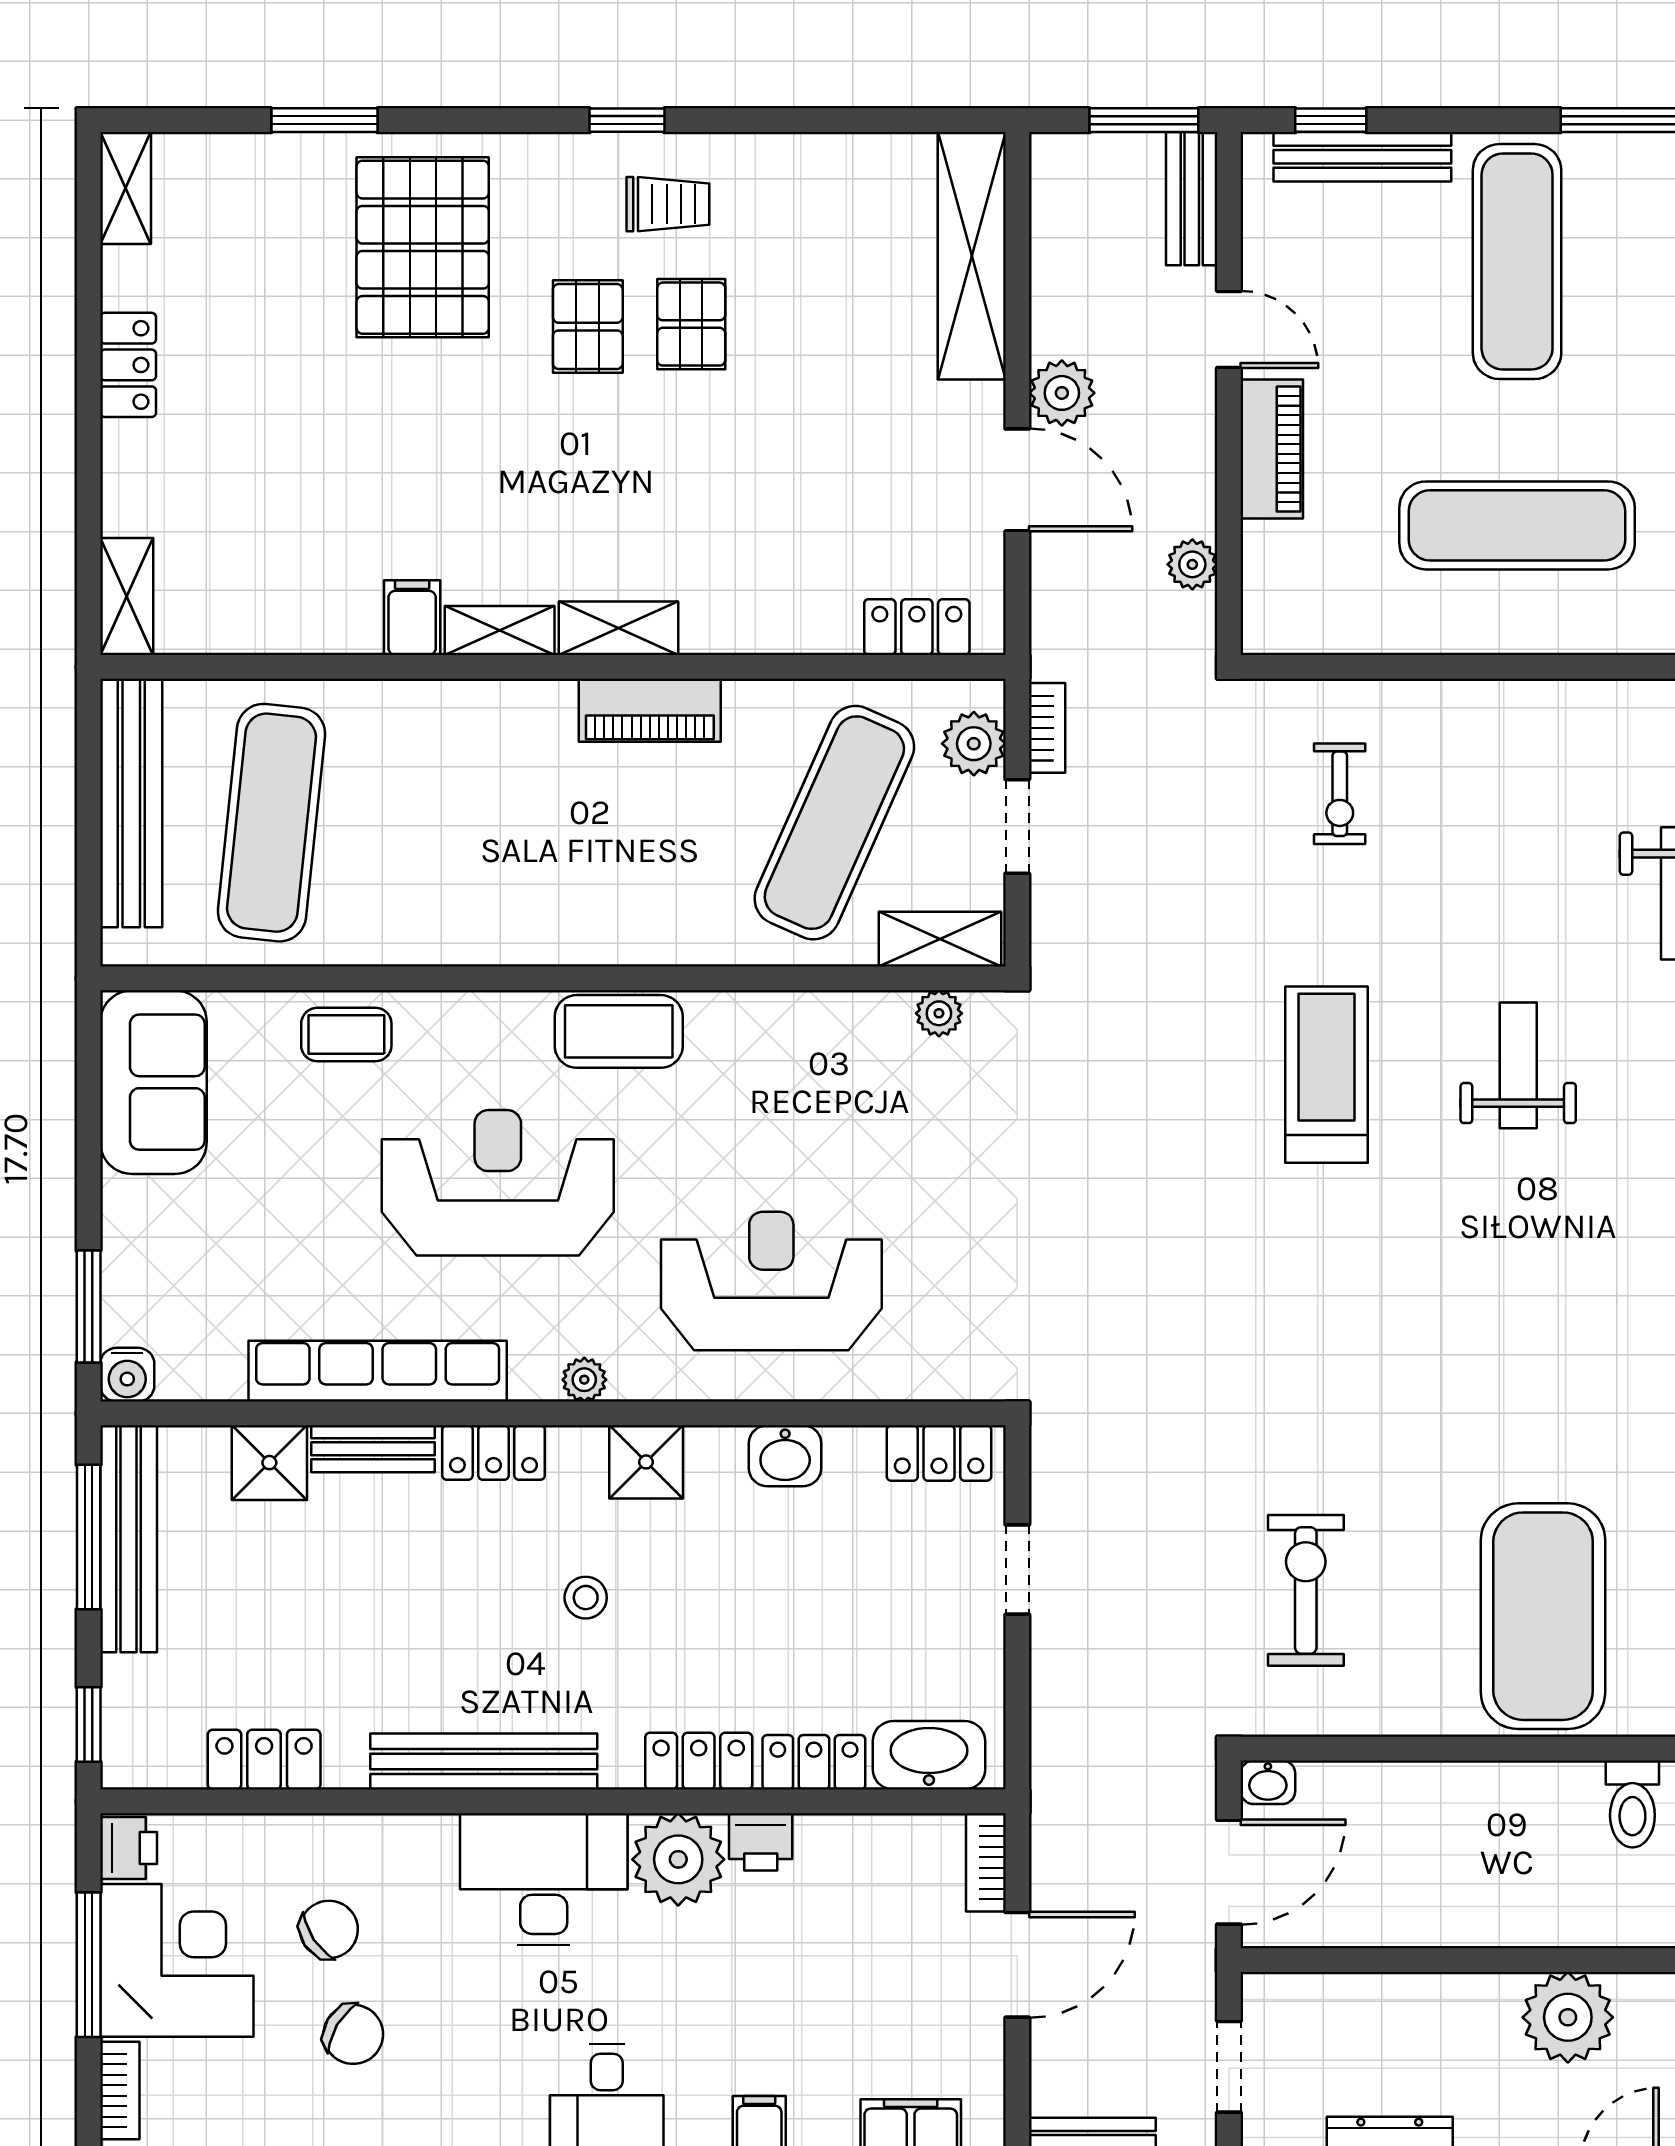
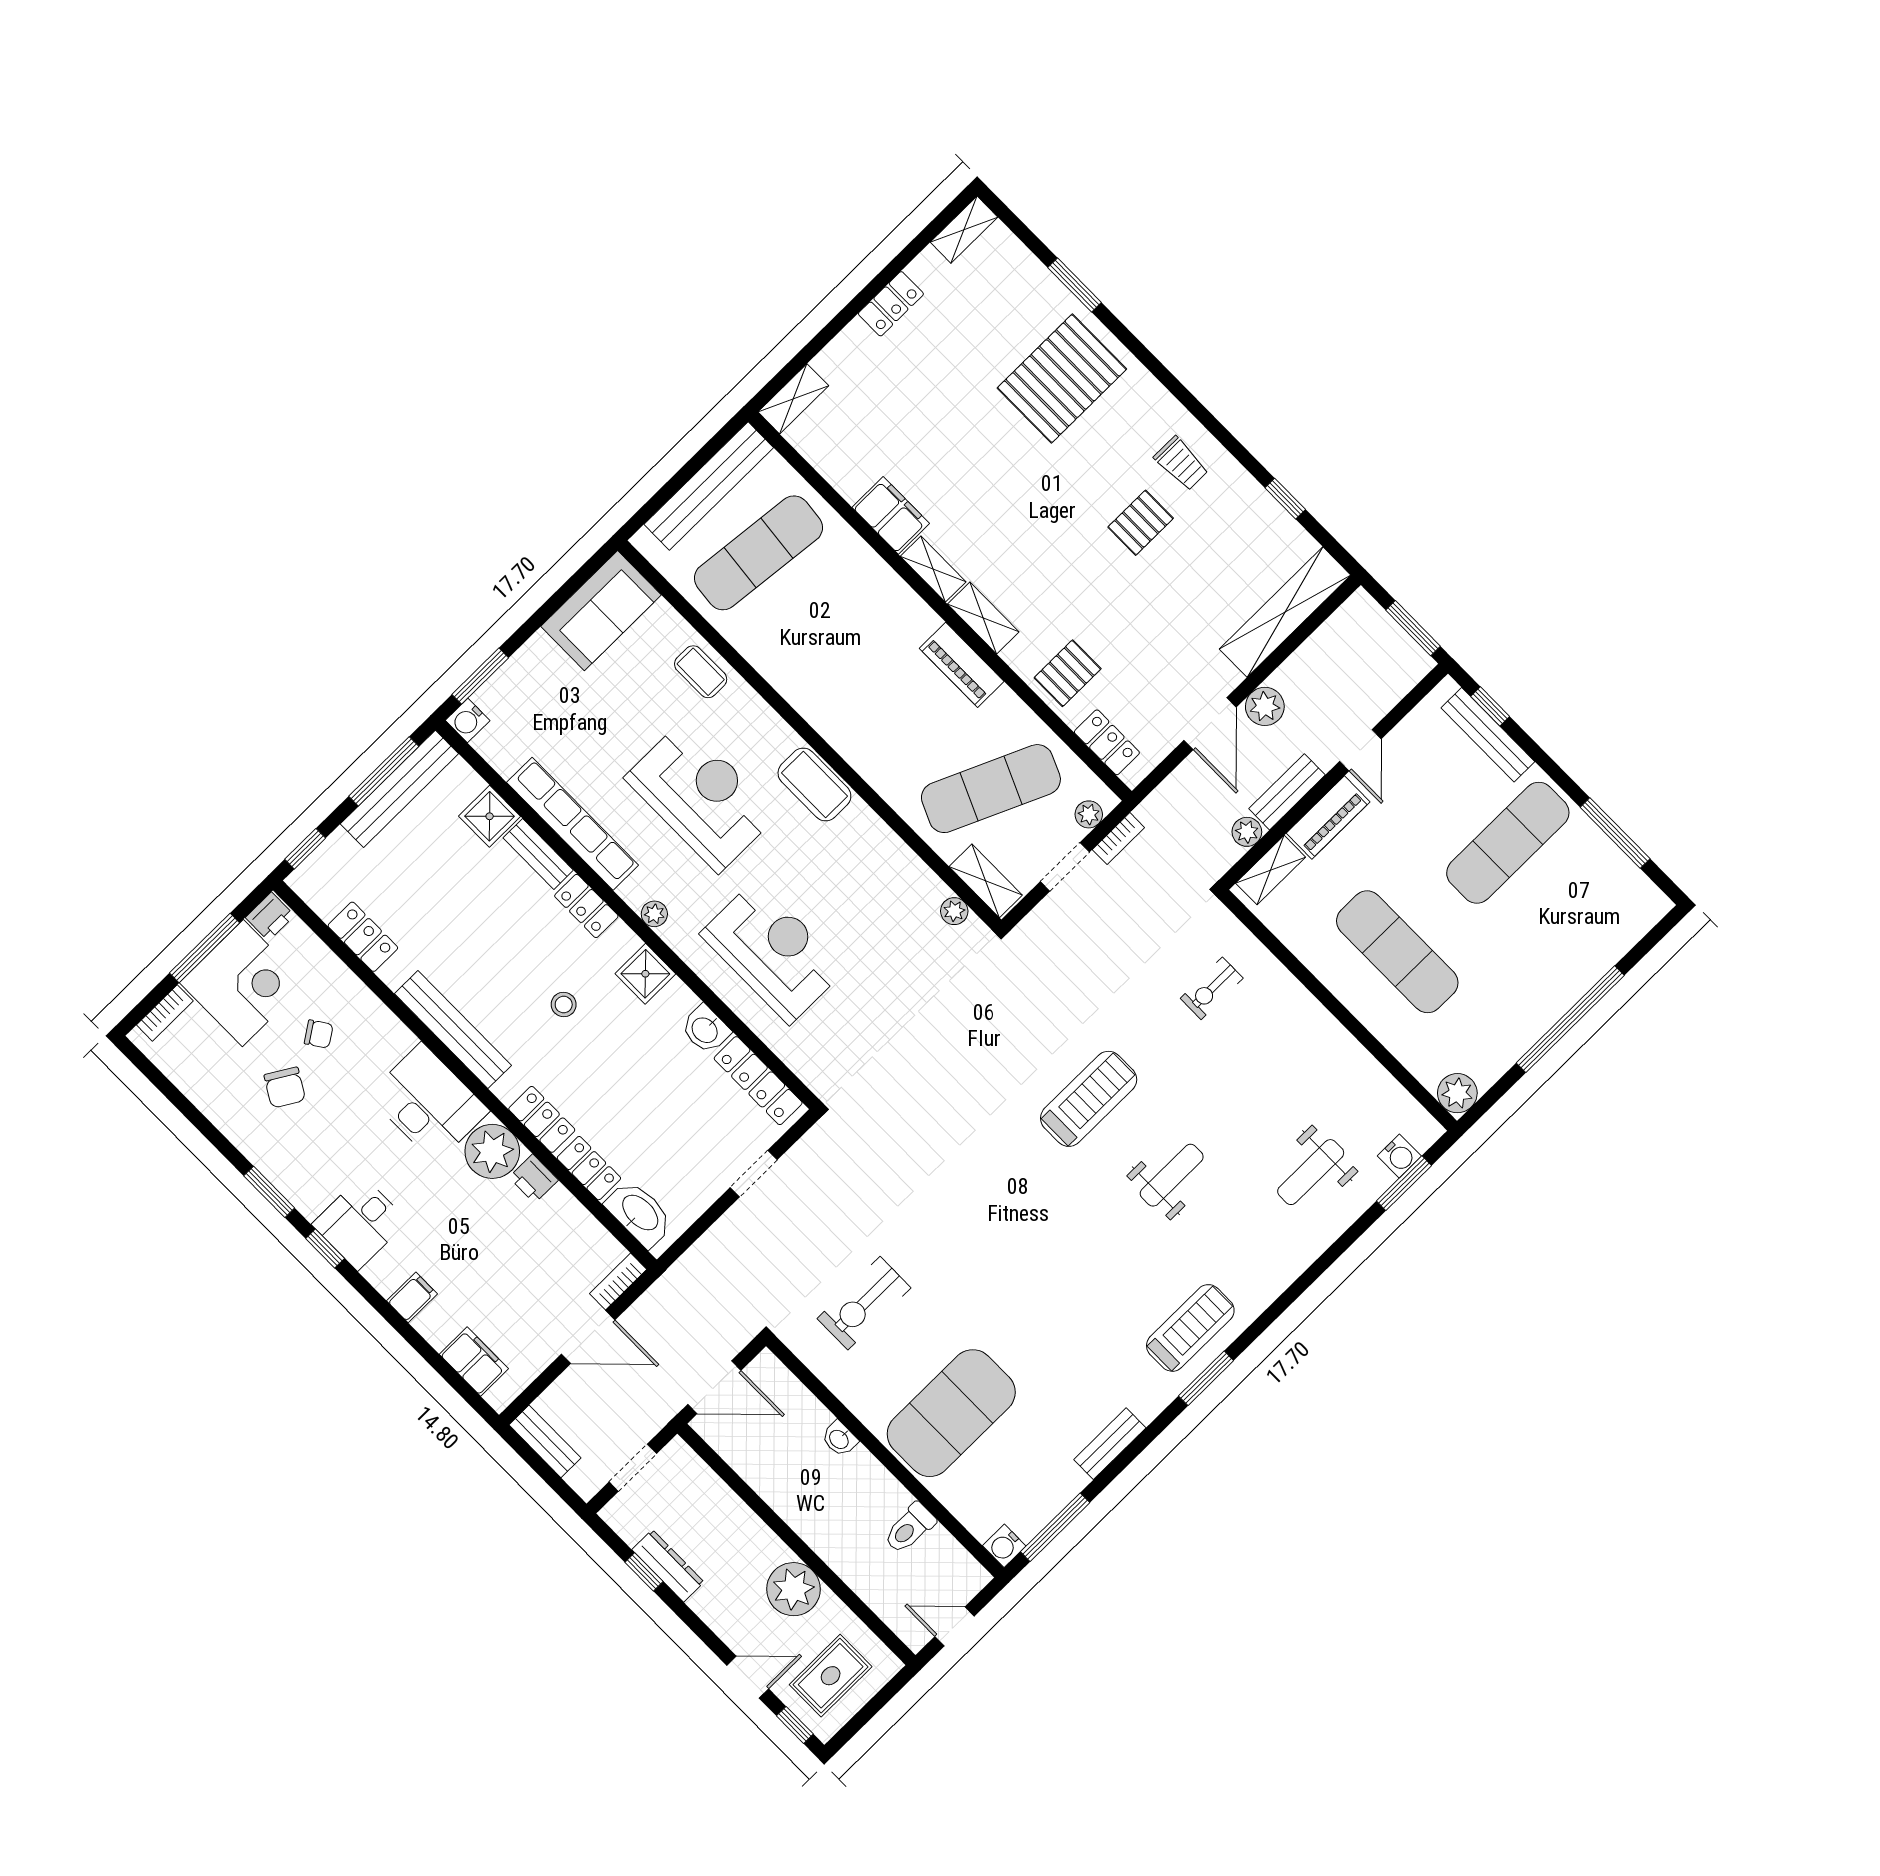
window: (627, 120) -> (1285, 499), moved
bench: (1192, 199) -> (1287, 792), moved
pallet: (588, 327) -> (1068, 673), moved
shelving: (1267, 581) -> (1271, 870), added
filing cabinet: (412, 618) -> (891, 515), width x2.00
plant: (974, 744) -> (1089, 814), width x0.73, depth x0.73
locker: (939, 1453) -> (758, 1081), width x1.53
exercise bike: (1306, 1590) -> (864, 1303), turned 180
washbasin: (1268, 1782) -> (839, 1439), moved
chair: (329, 1929) -> (319, 1034), width x0.73, depth x0.73

